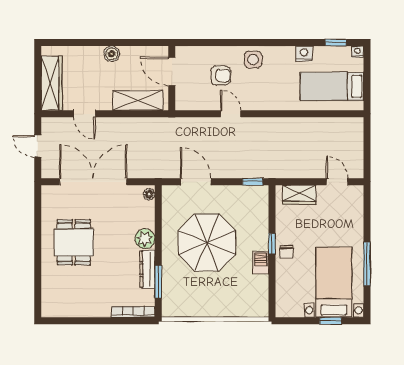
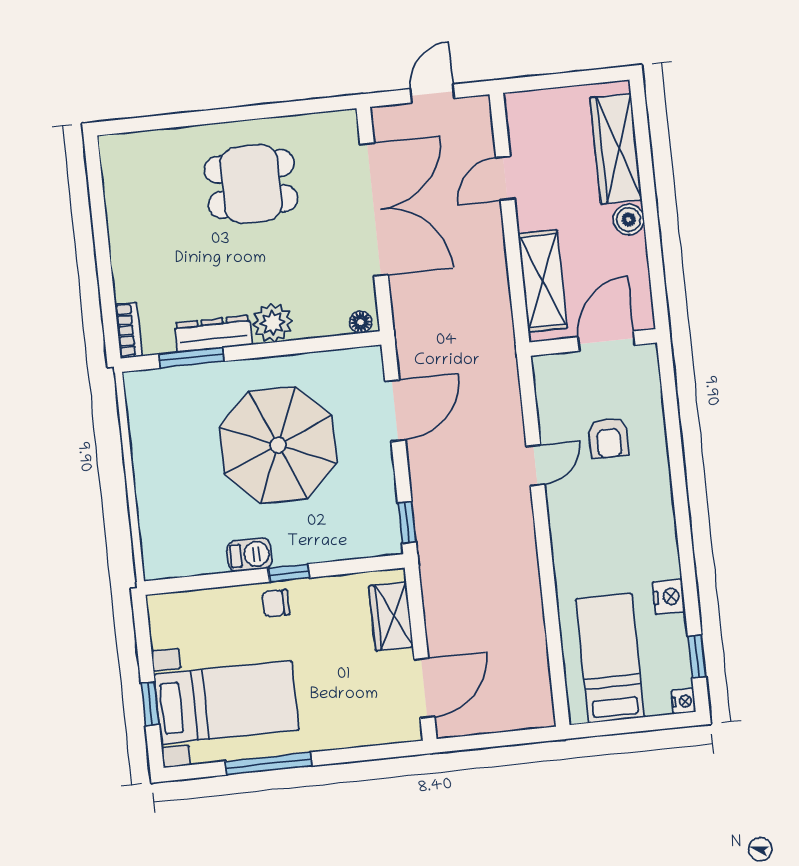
side table: (253, 60) -> (646, 498), removed
wardrobe: (52, 83) -> (616, 149), moved, turned 90
door: (337, 182) -> (424, 688), width x1.38
bookcase: (133, 312) -> (128, 330), width x0.64

